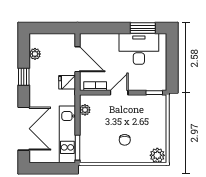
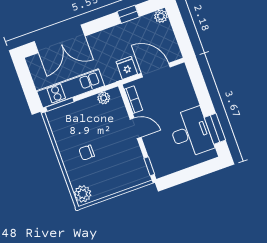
plant: (35, 54) -> (161, 16), moved
door: (77, 59) -> (156, 70), swing flipped
window: (24, 77) -> (128, 14), moved

